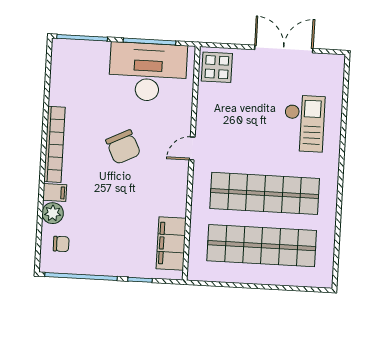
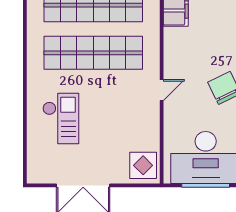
checkout: (304, 124) -> (61, 119), turned 180

